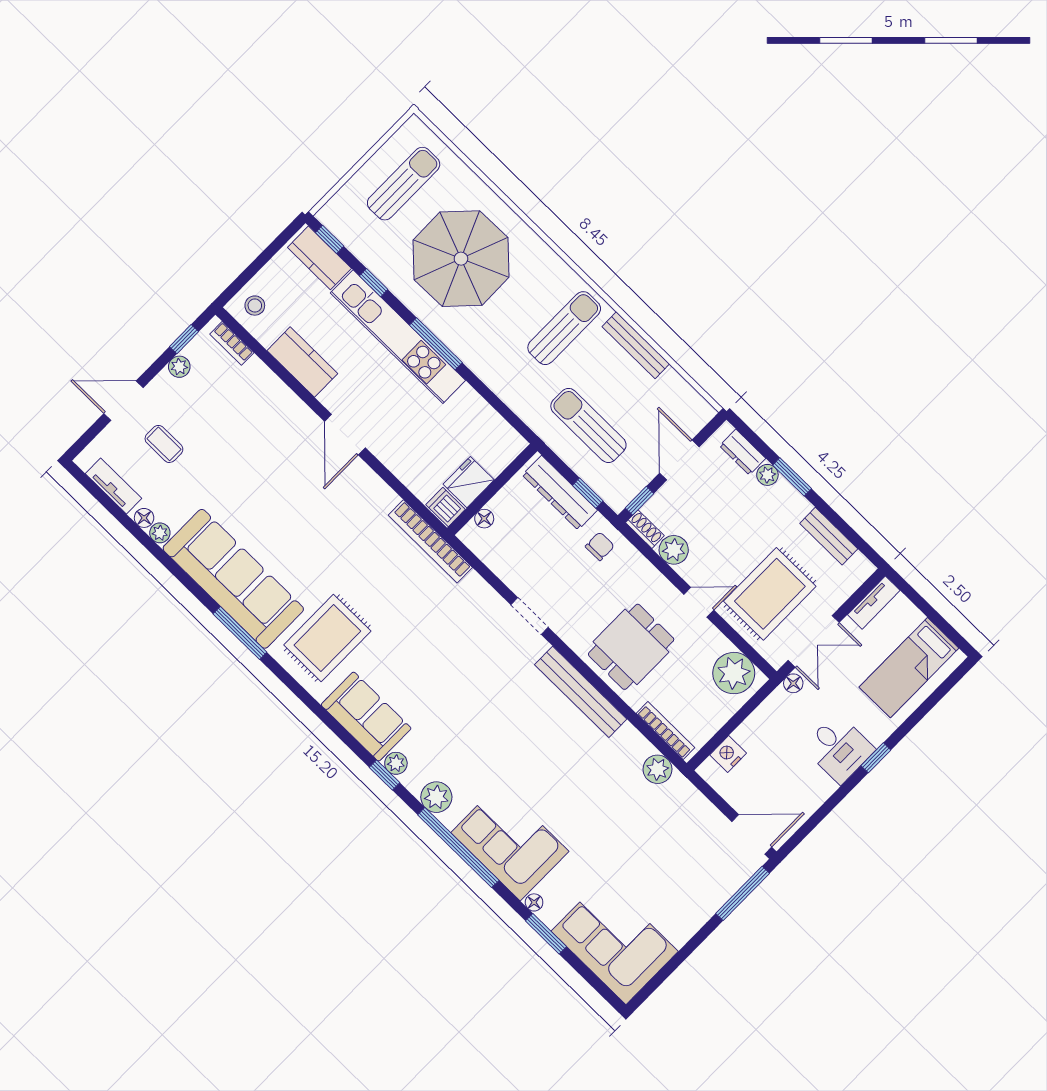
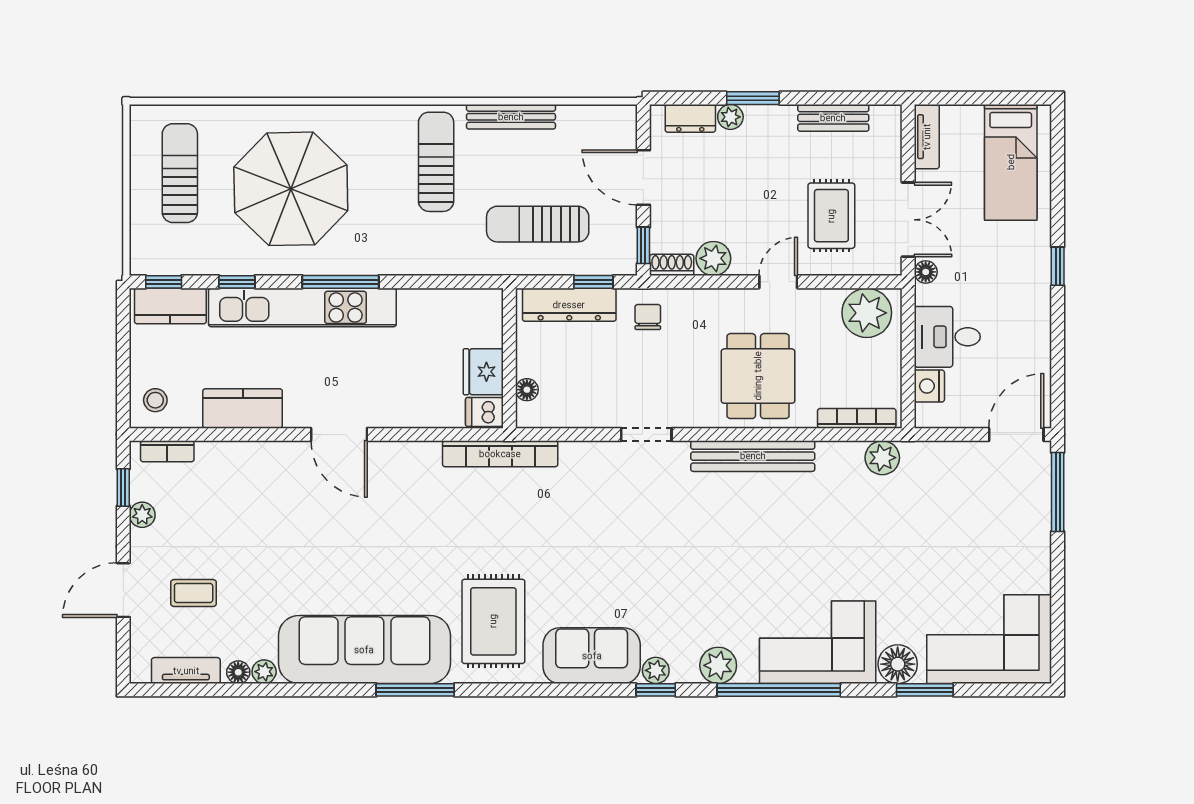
rug: (770, 594) -> (831, 216), width x0.73, depth x0.70
desk: (839, 748) -> (947, 337), moved, turned 180
floor lamp: (534, 902) -> (898, 664), width x1.89, depth x1.89

